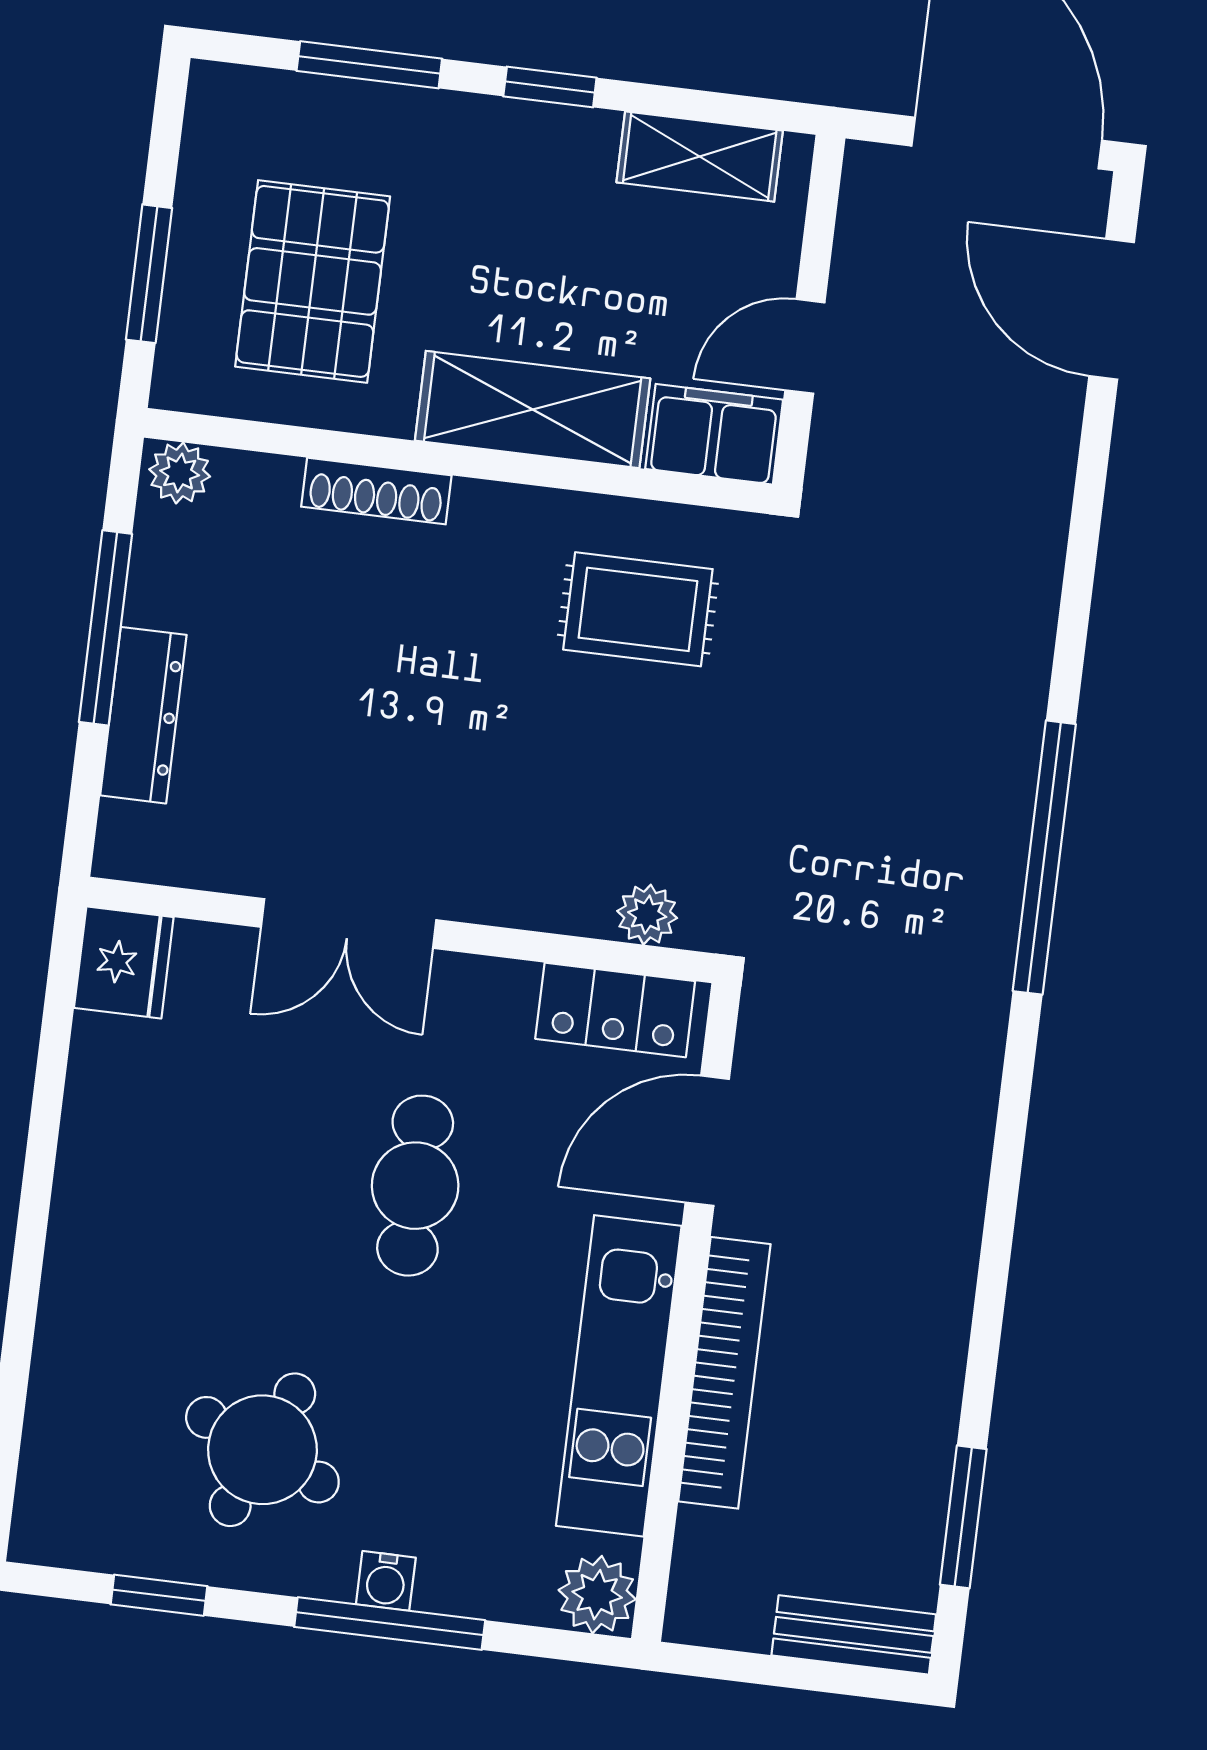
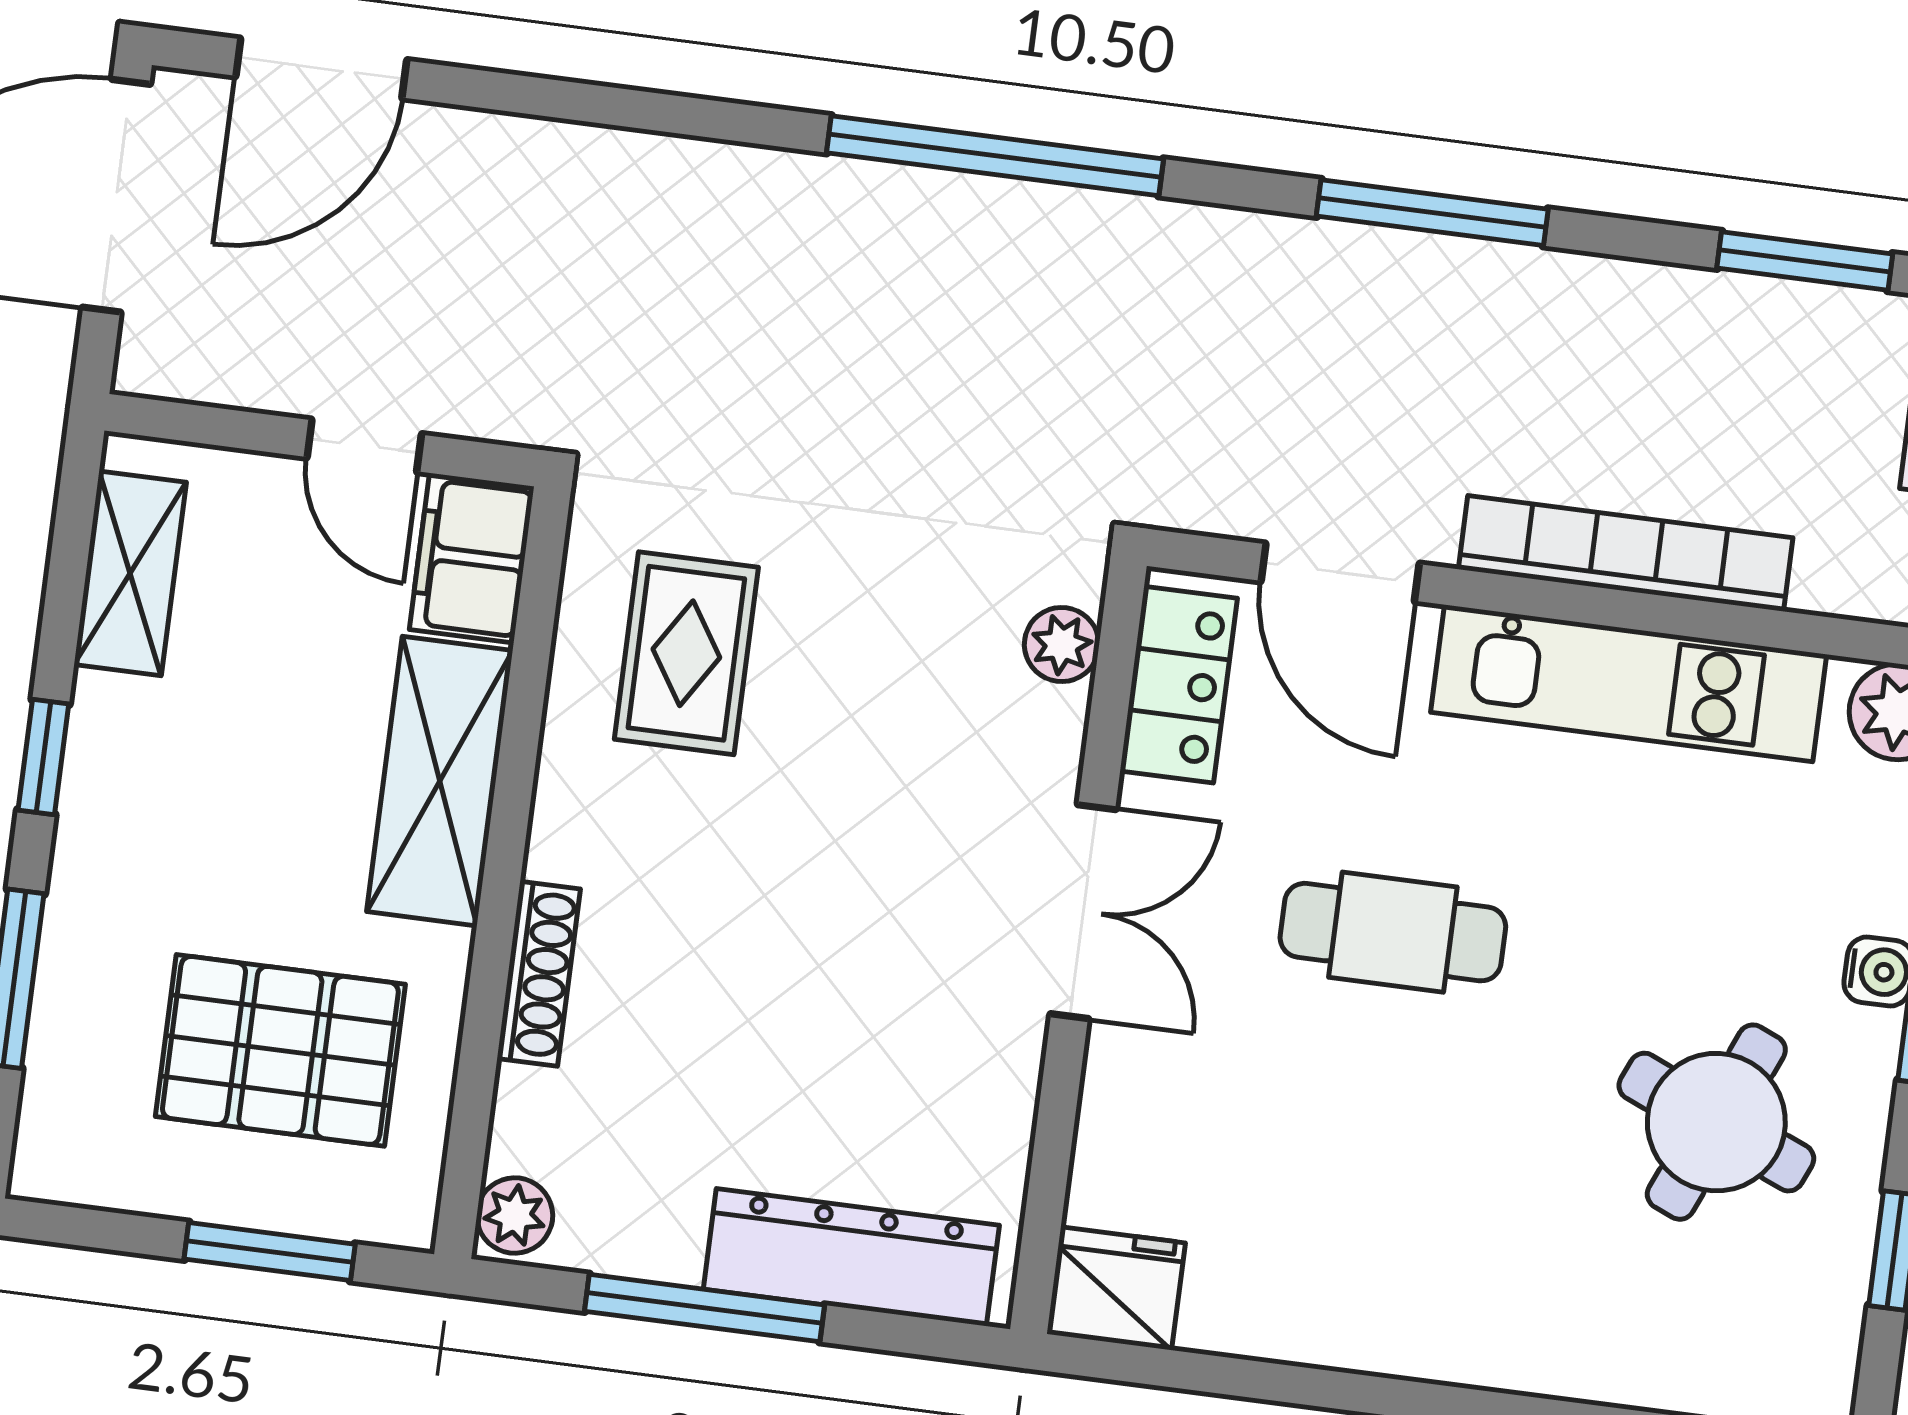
dresser: (143, 715) -> (851, 1257), width x1.37, depth x1.24
double door: (349, 924) -> (1083, 912), moved
window: (1001, 1213) -> (1432, 213), added

